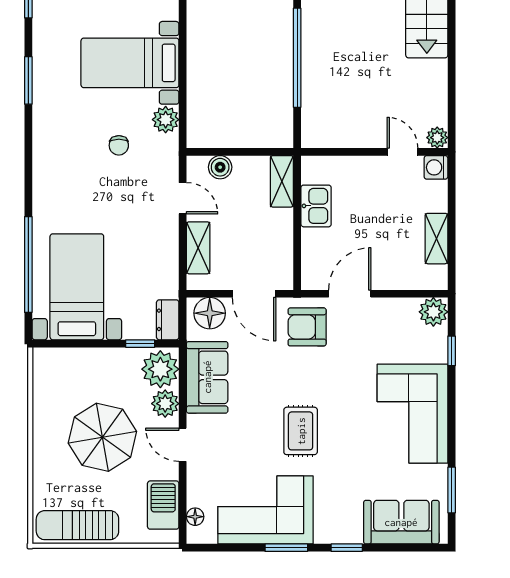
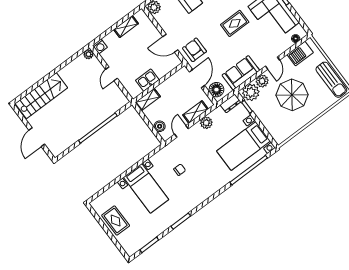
plant: (166, 120) -> (206, 123), moved
door: (402, 152) -> (111, 74), moved
armchair: (307, 327) -> (194, 50), turned 180

